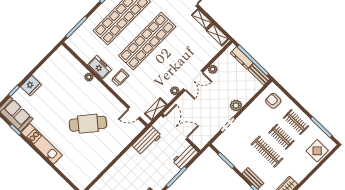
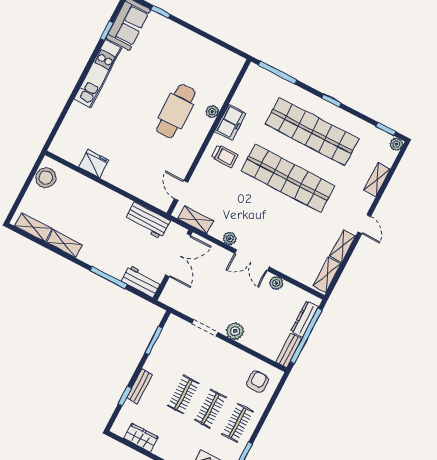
fridge: (31, 86) -> (94, 164), moved, turned 180
cafe table: (88, 124) -> (176, 111), moved, turned 50
clothes rail: (267, 152) -> (183, 395), width x0.73

